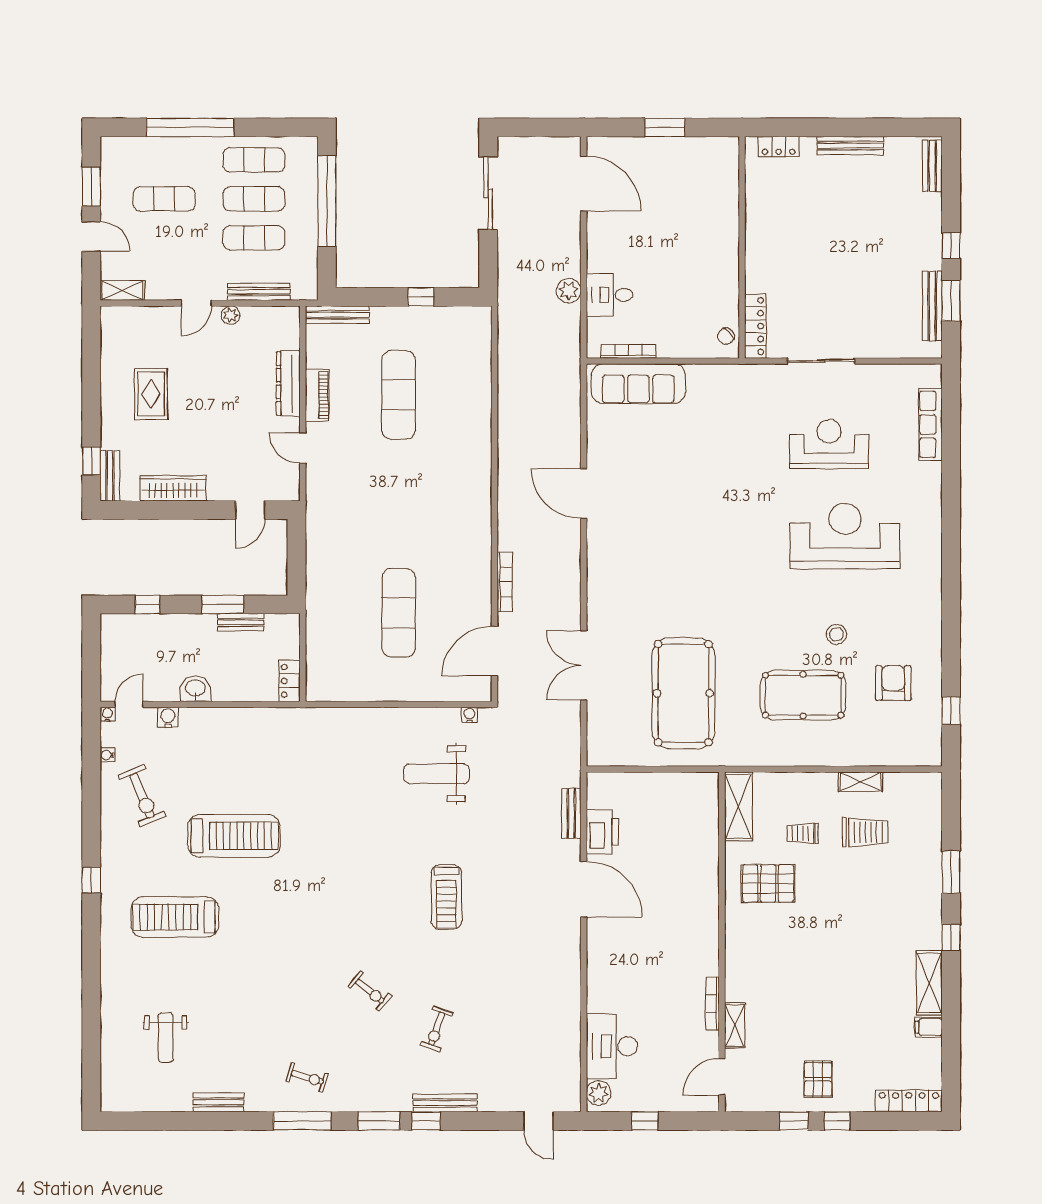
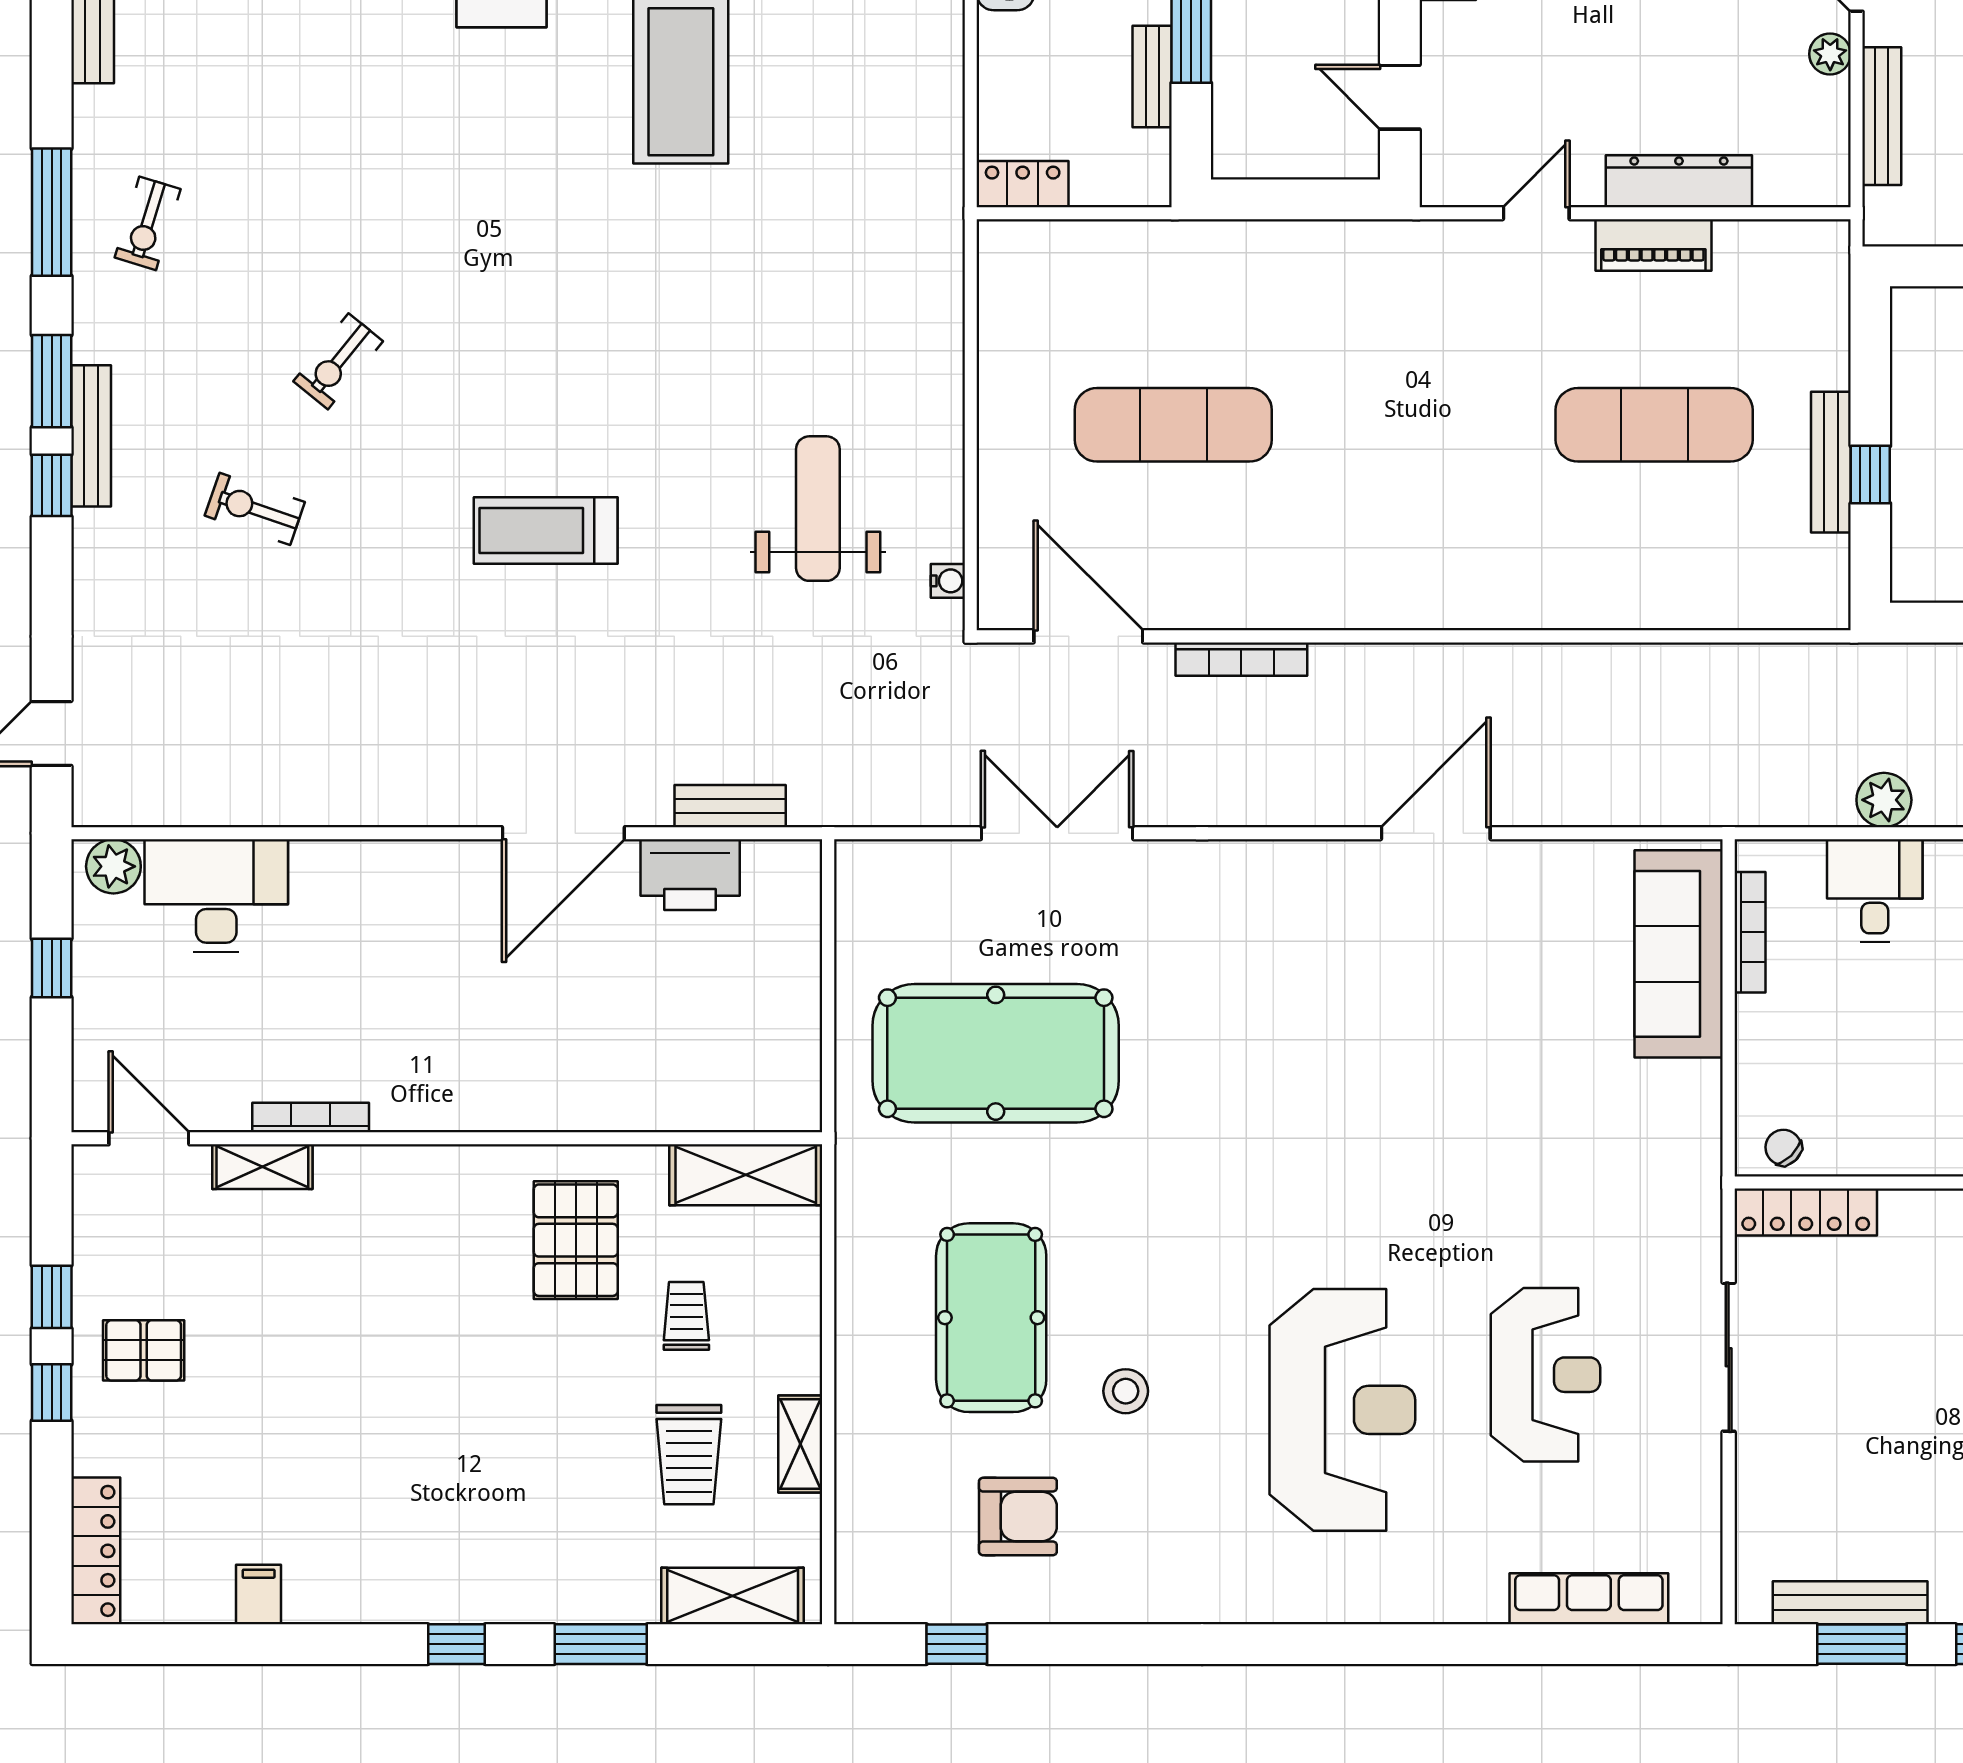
bench: (337, 315) -> (1831, 462), moved
shelving: (929, 983) -> (733, 1596), moved
bench: (445, 1103) -> (91, 436), moved

